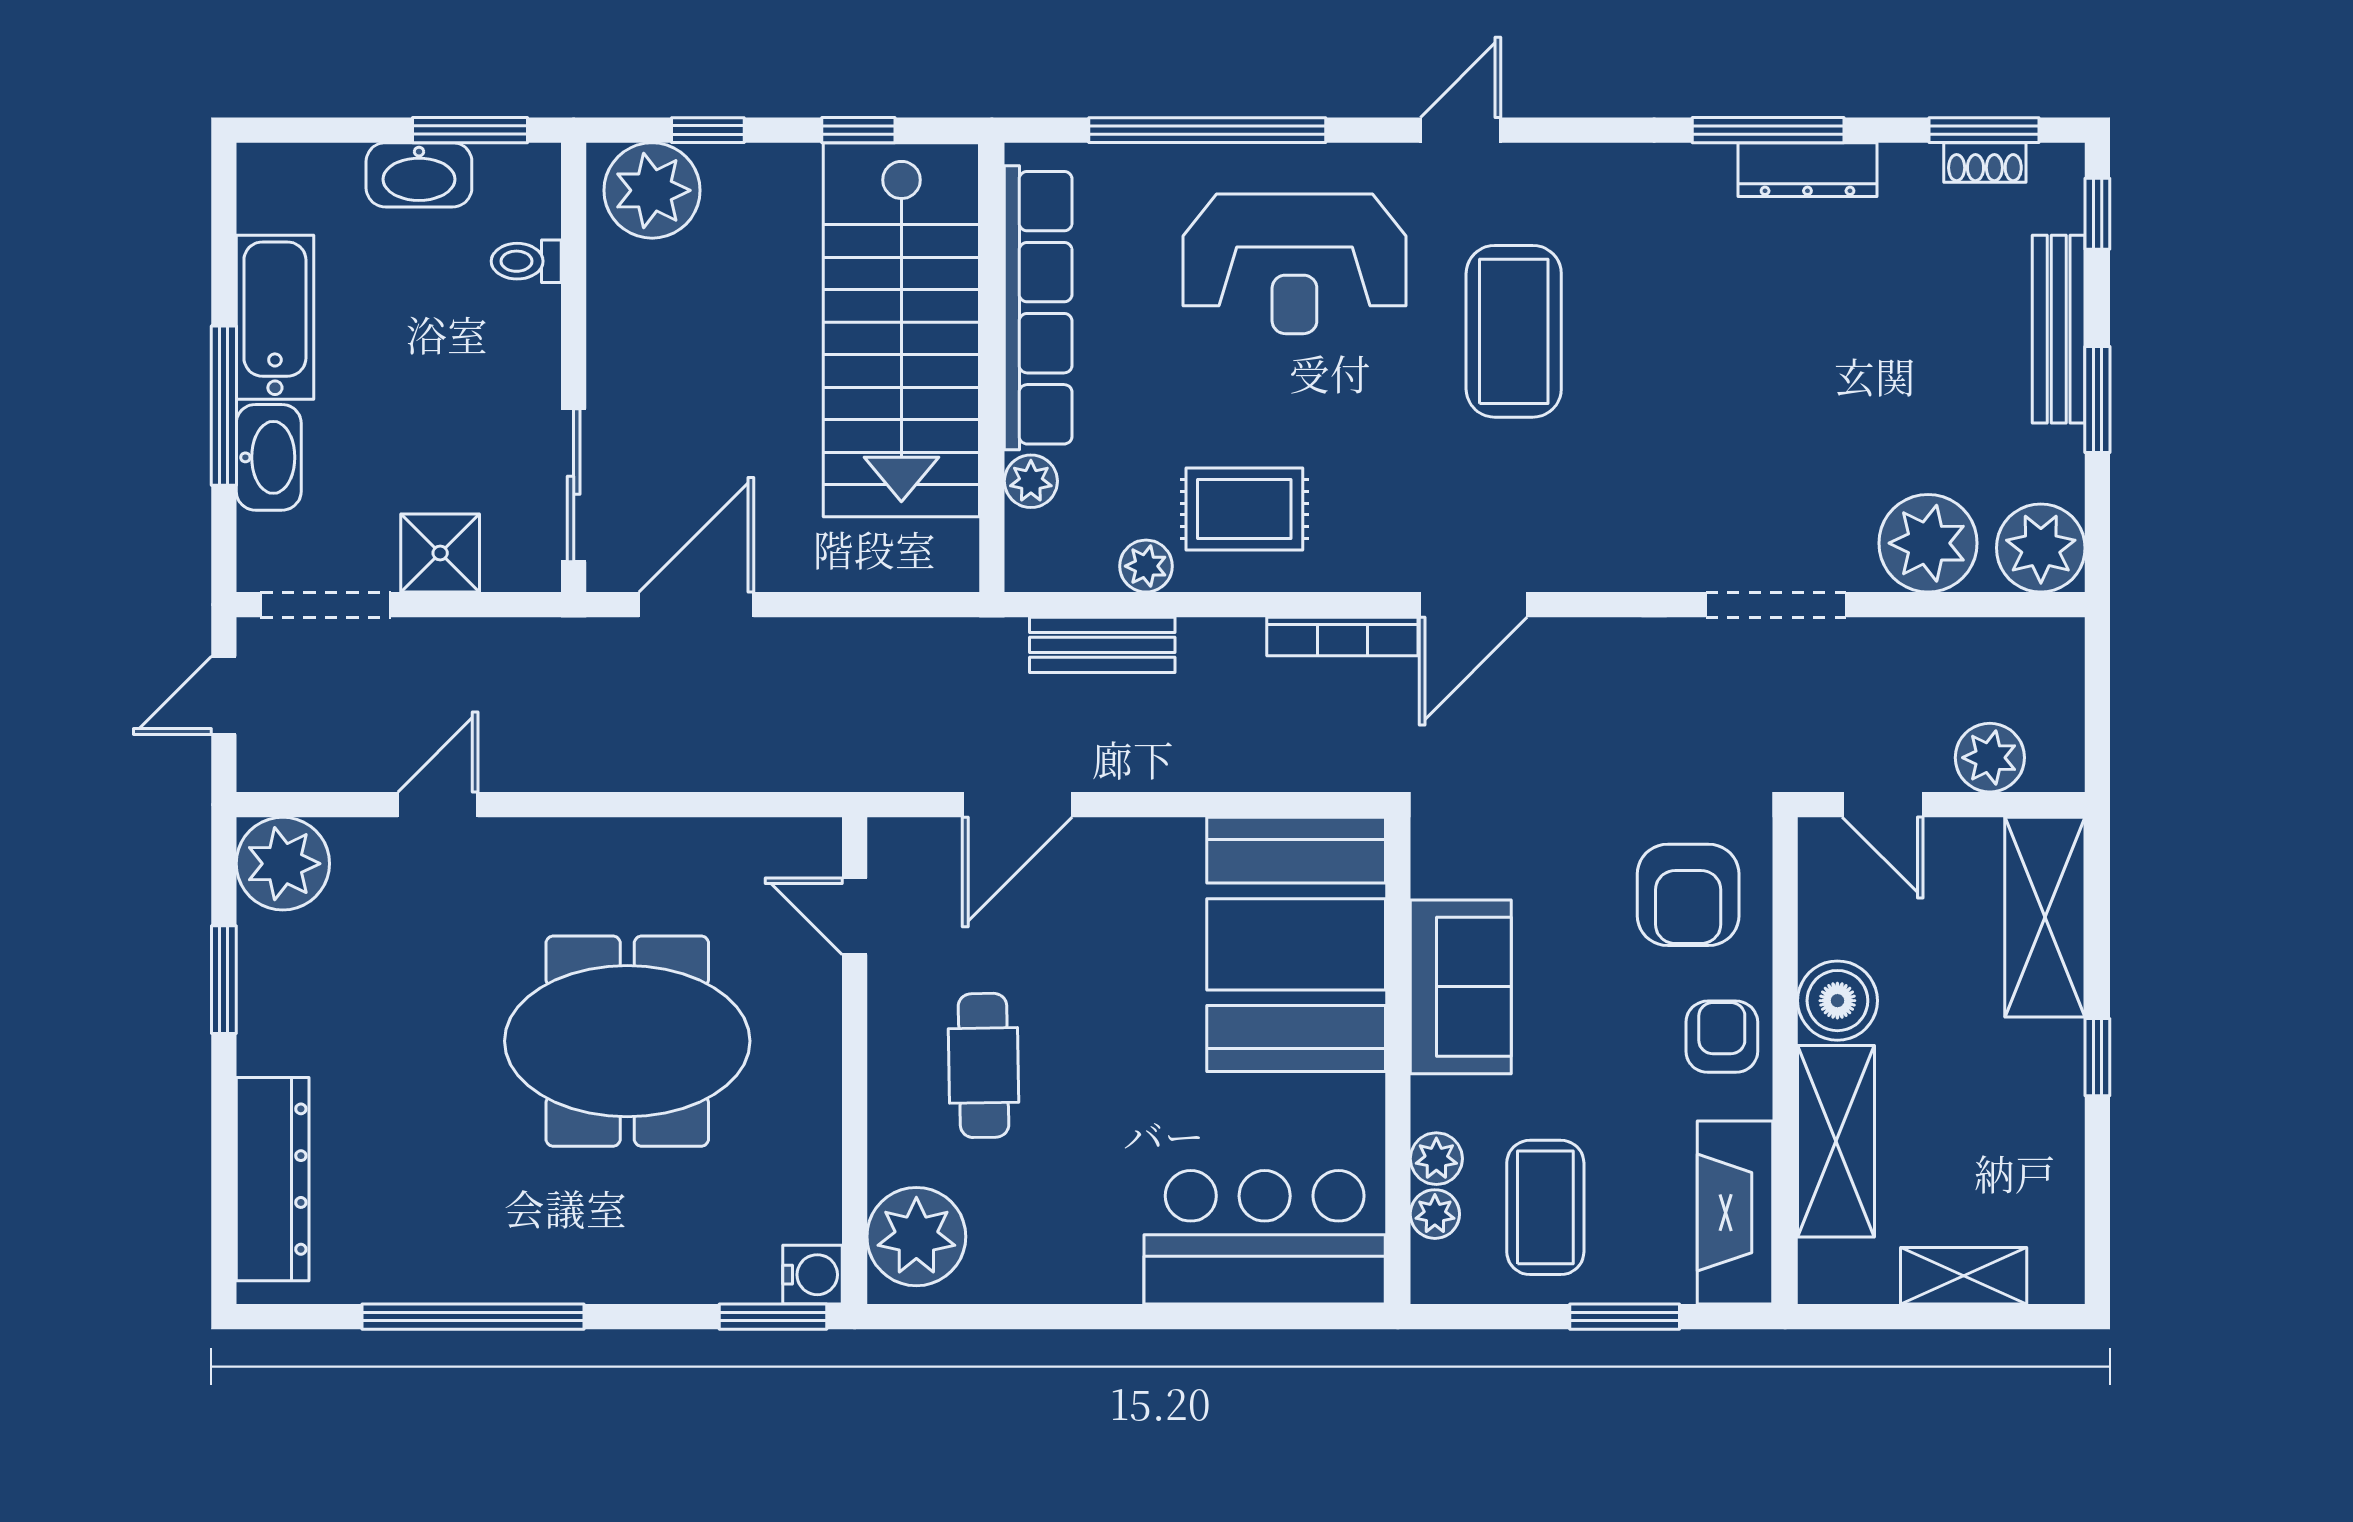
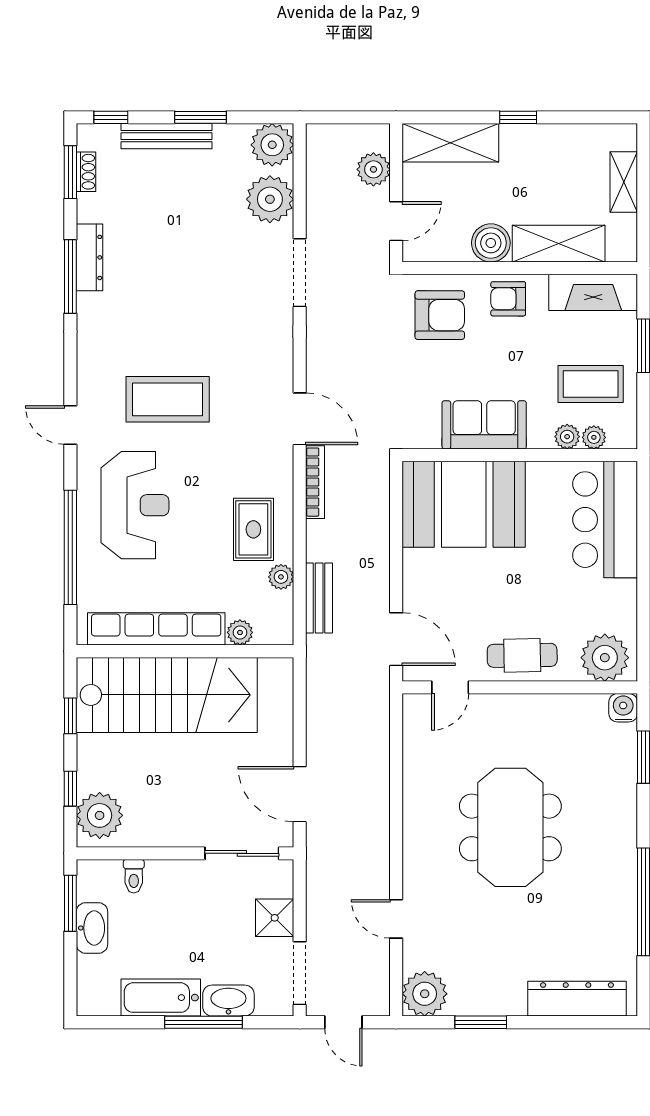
door: (855, 916) -> (450, 687), moved
wall: (855, 1061) -> (520, 687), moved
plant: (916, 1237) -> (605, 658), moved
water cooler: (813, 1275) -> (623, 708), moved

